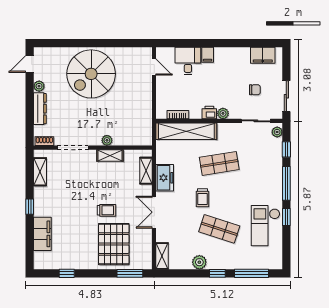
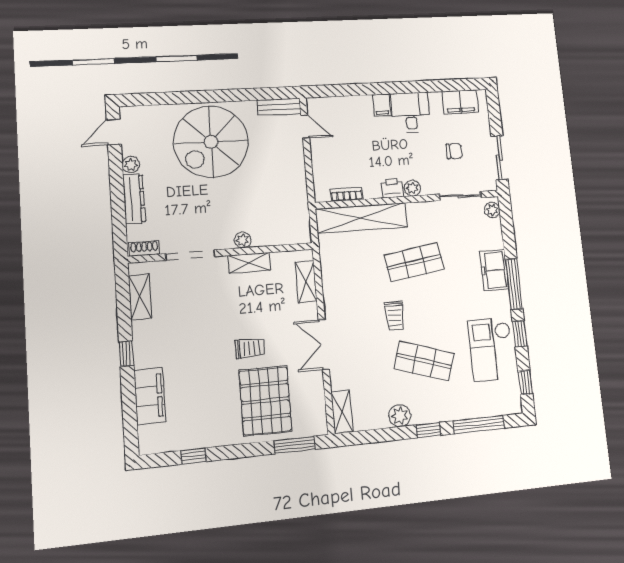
bench: (138, 53) -> (279, 107), added
desk: (188, 61) -> (411, 112), moved
window: (286, 149) -> (525, 382), moved
freezer: (165, 178) -> (494, 270), moved, turned 180

